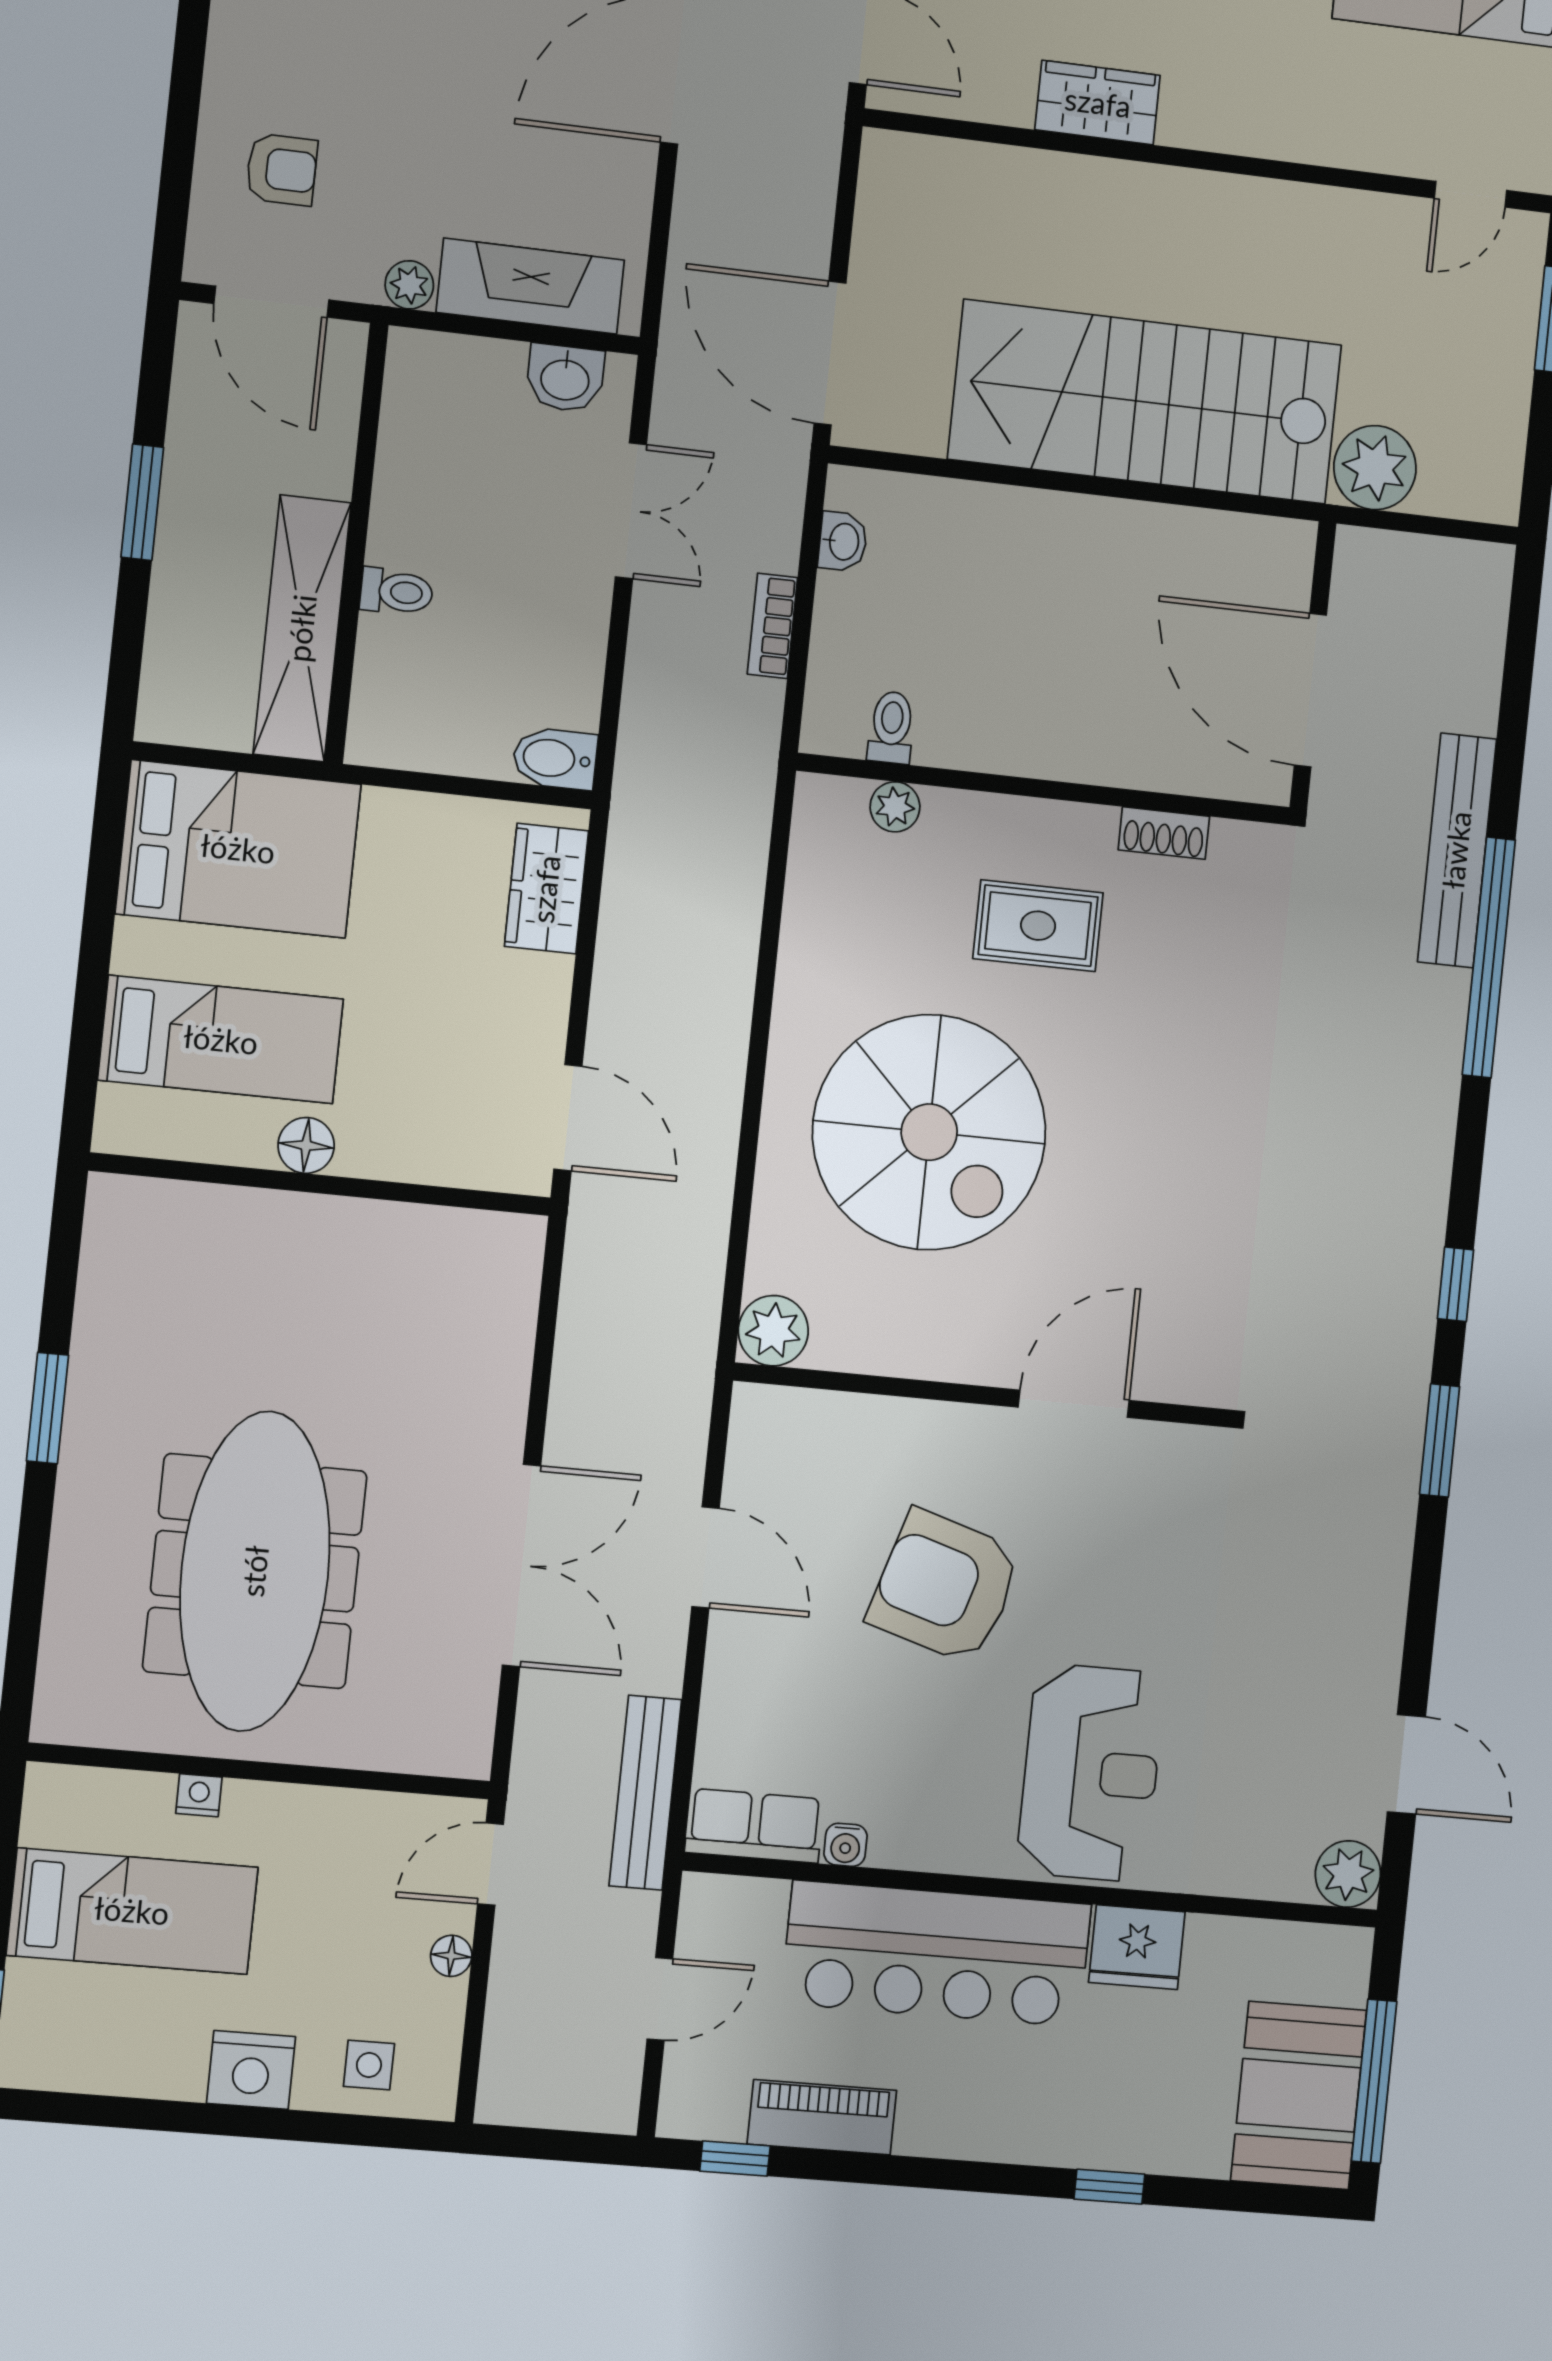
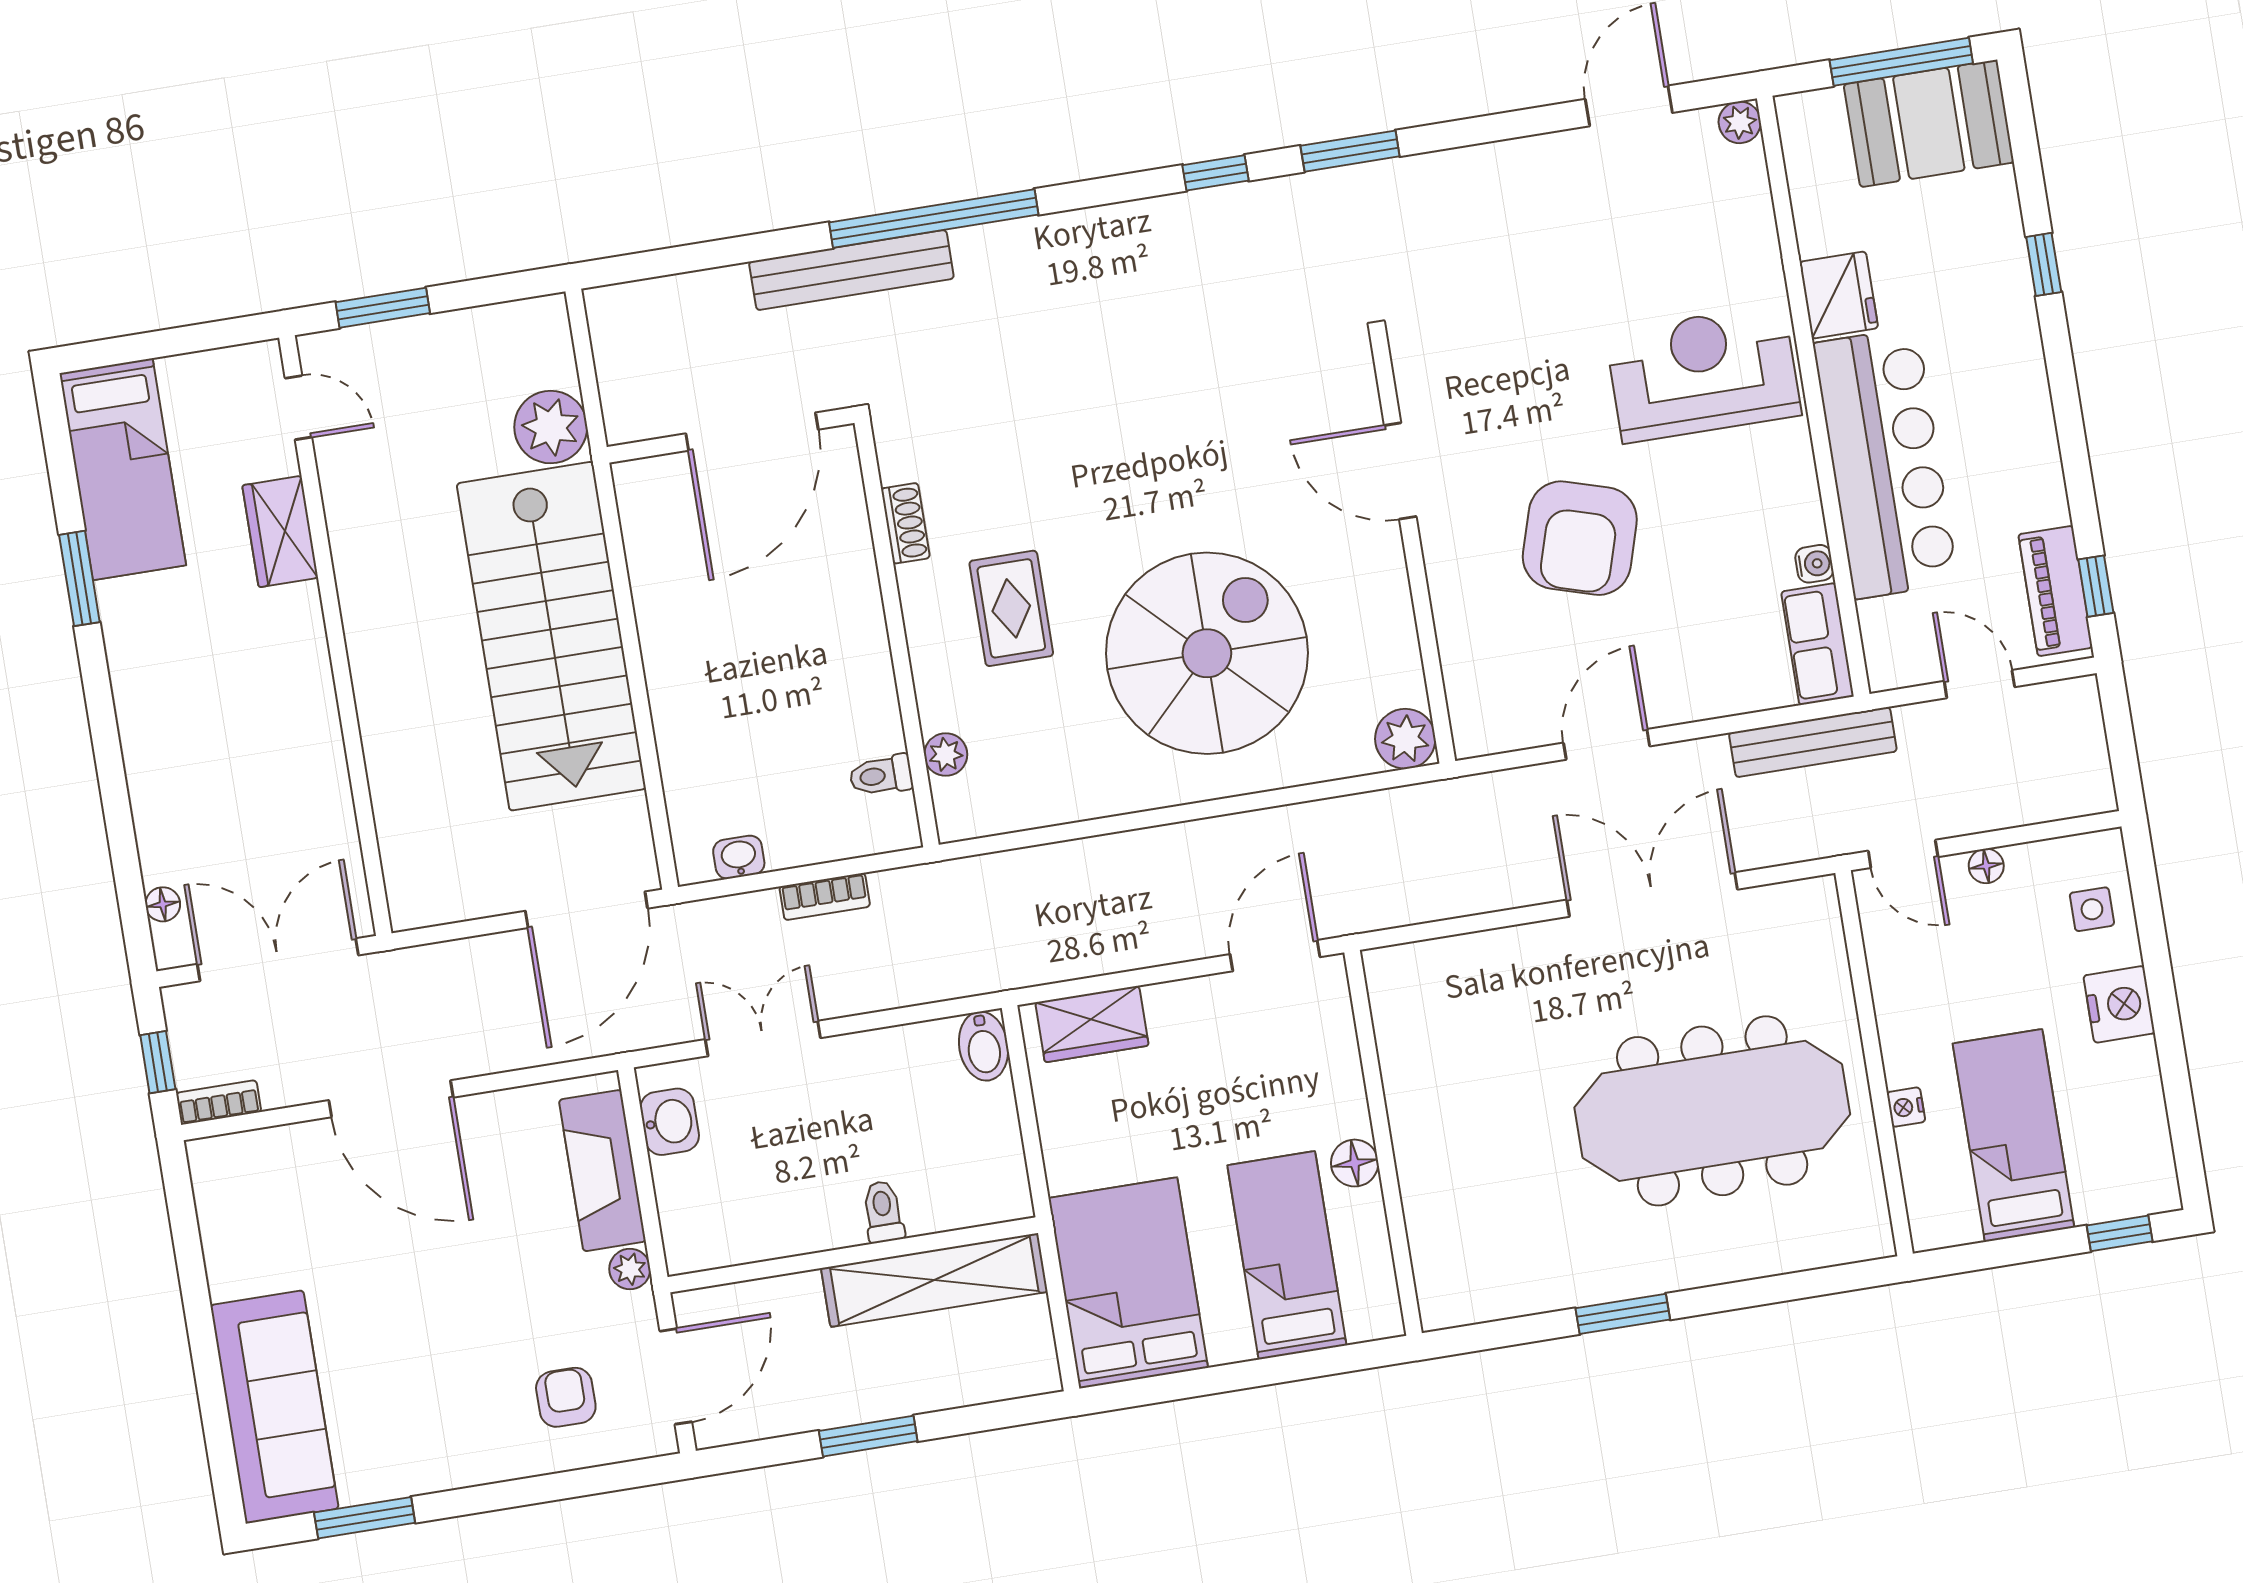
wardrobe: (1098, 103) -> (280, 532), moved
plant: (1348, 1874) -> (1740, 122), width x0.73, depth x0.73
piano: (822, 2117) -> (2055, 591), moved

